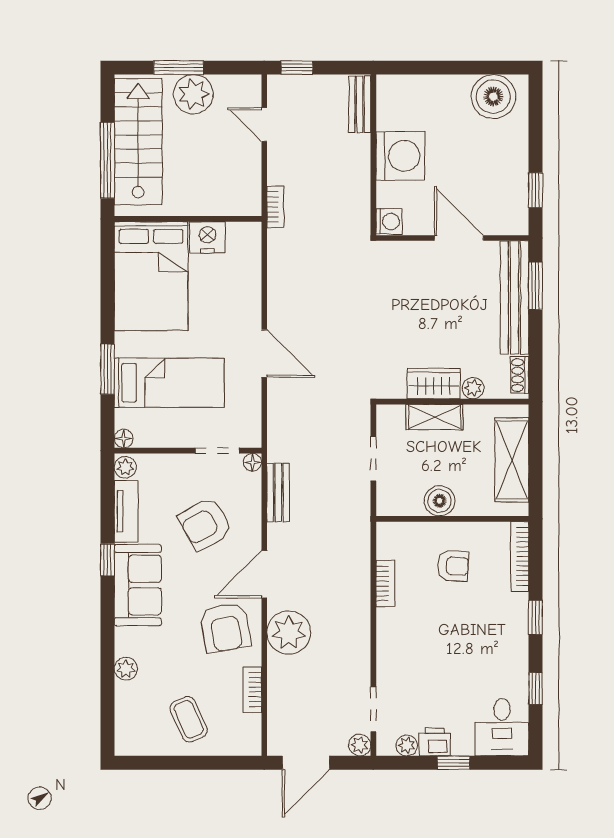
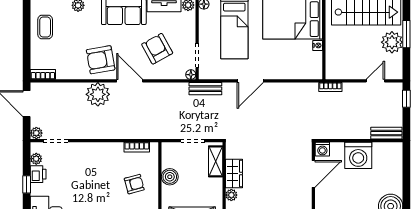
nightstand: (207, 237) -> (318, 45), width x0.53, depth x0.56
door: (459, 238) -> (313, 174), moved
shelving: (434, 417) -> (216, 161), moved
bench: (278, 493) -> (205, 89), moved
armchair: (453, 566) -> (134, 184), turned -108
bookcase: (385, 583) -> (137, 147), moved
bookcase: (252, 690) -> (43, 74), moved
coffee table: (189, 719) -> (45, 27), moved, turned -66

